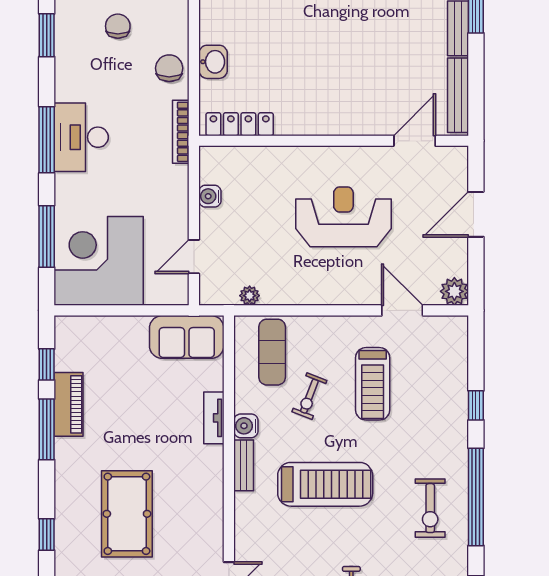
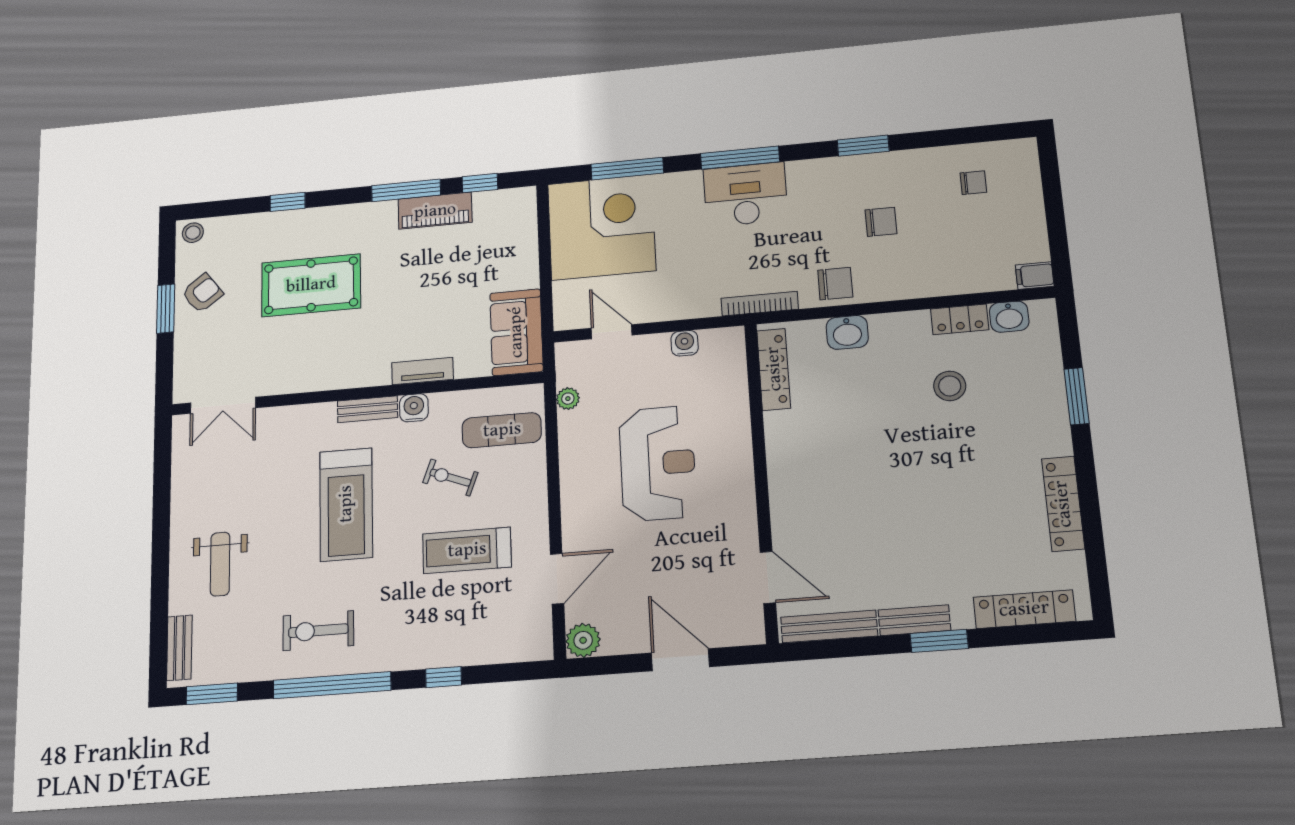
reception desk: (343, 217) -> (658, 463), moved

